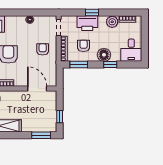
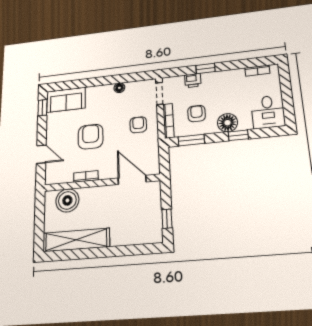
plant: (112, 22) -> (236, 77), removed
printer: (87, 23) -> (193, 80), width x0.53, depth x0.68
window: (41, 135) -> (140, 250), removed

